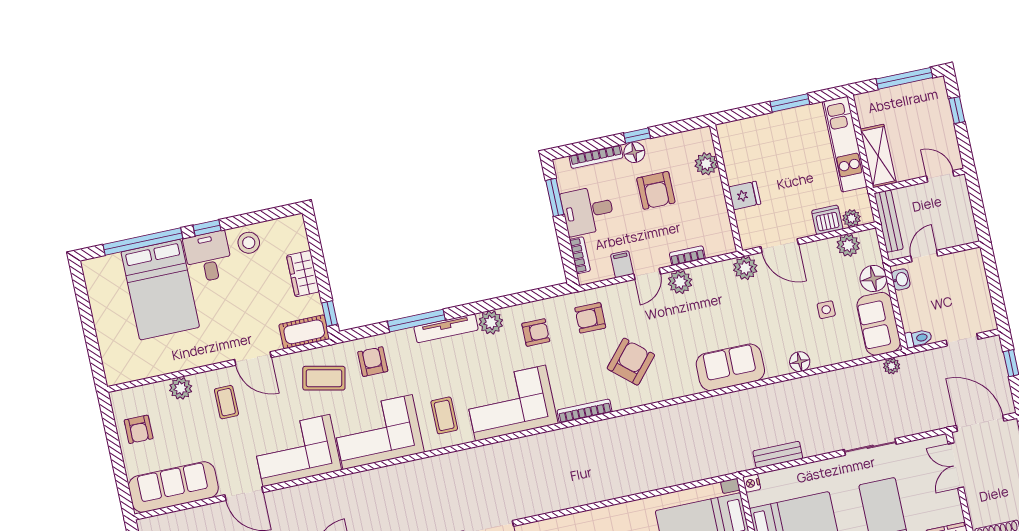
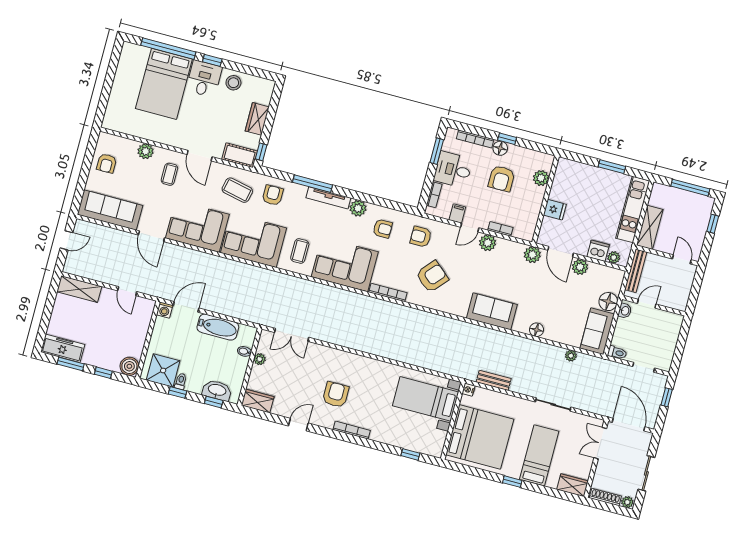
plant: (848, 245) -> (580, 267), moved
side table: (826, 310) -> (569, 306), removed
plant: (892, 366) -> (571, 356), moved

